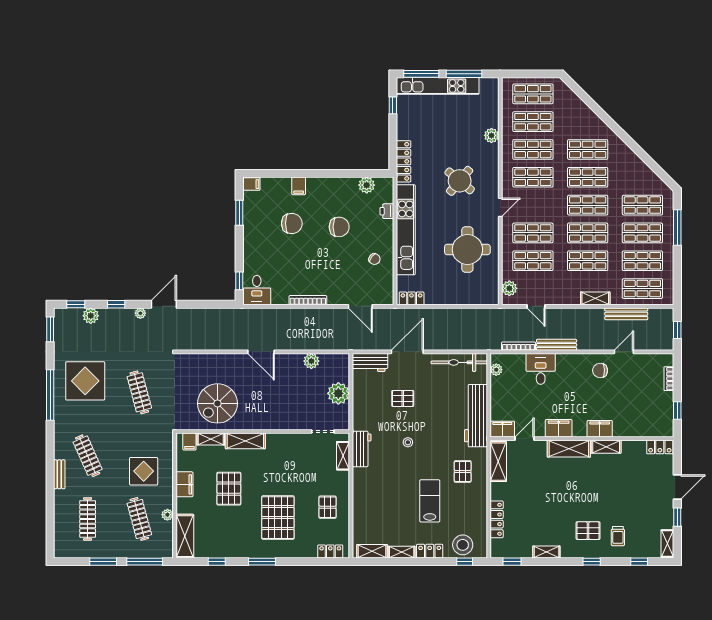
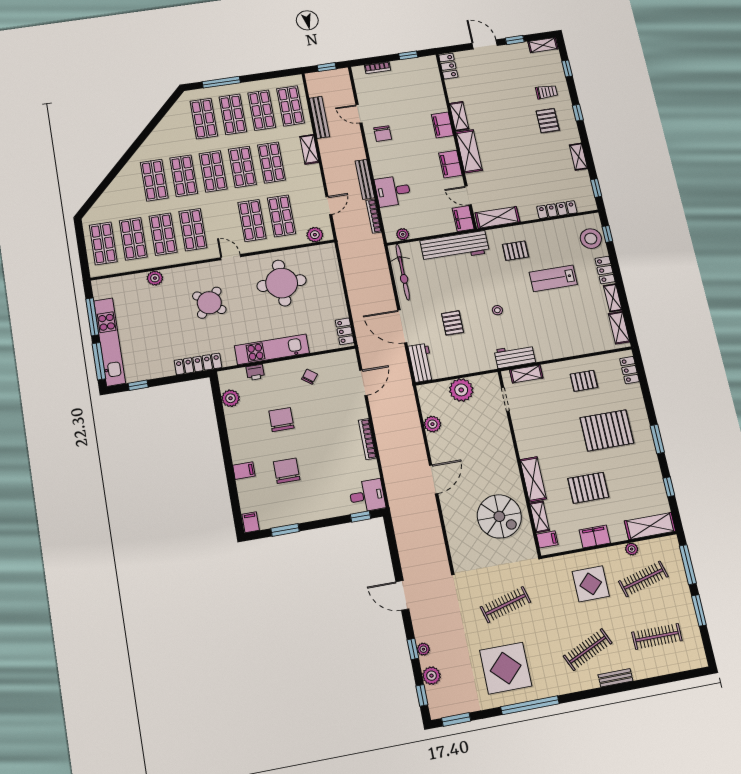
kitchen unit: (406, 230) -> (272, 349), width x0.73
plant: (140, 313) -> (423, 649), moved

